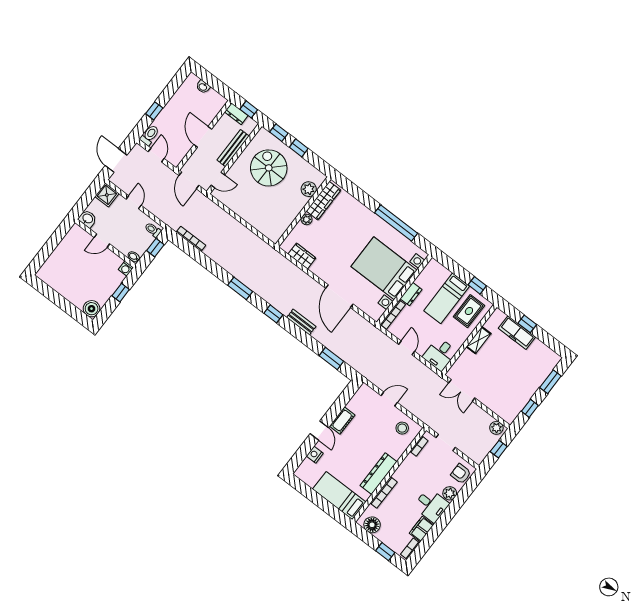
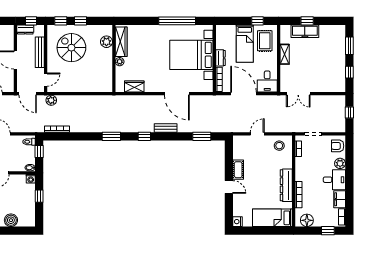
boiler: (92, 309) -> (11, 220), moved
door: (407, 348) -> (244, 94), width x1.87
plant: (496, 428) -> (51, 100), moved
nightstand: (315, 455) -> (237, 222), moved

